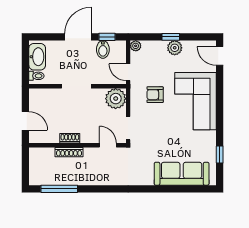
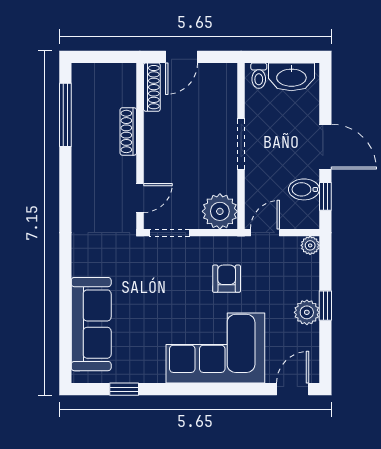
shoe rack: (70, 138) -> (152, 87), moved, width x1.43

